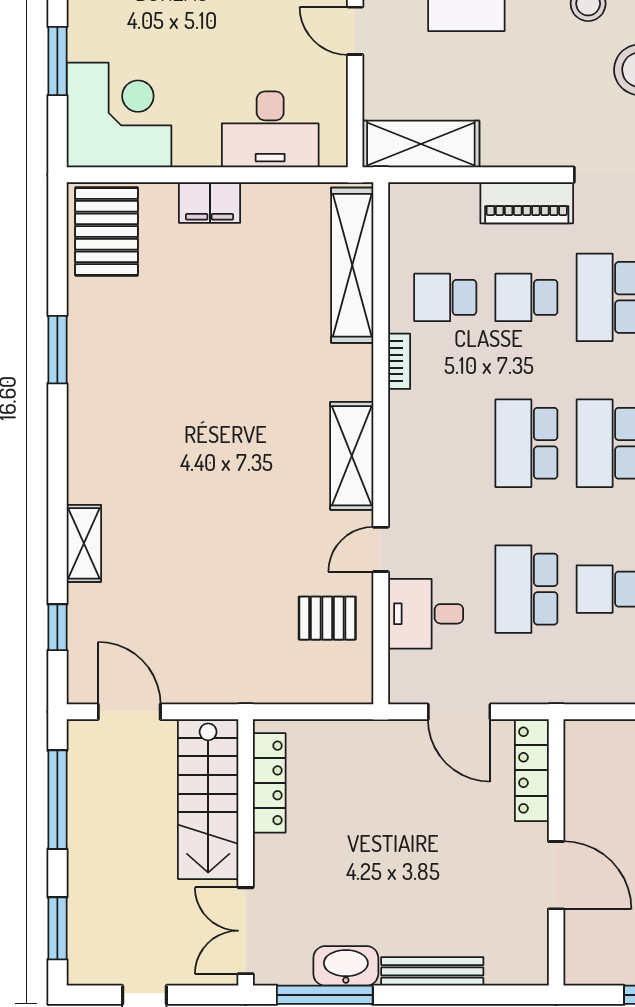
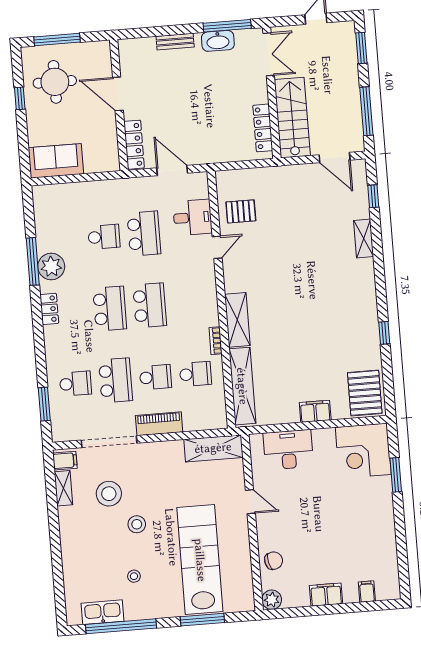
window: (57, 350) -> (384, 333), width x0.67
shelving: (352, 456) -> (237, 320), moved
bench: (432, 971) -> (175, 42), width x0.73

